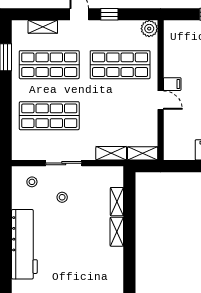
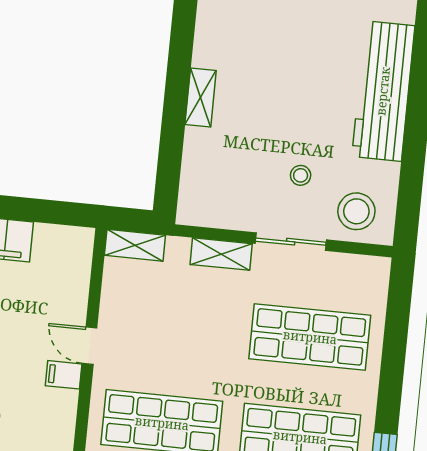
shelving: (111, 153) -> (221, 254), moved
stool: (32, 182) -> (356, 211), width x1.89, depth x1.89
shelving: (117, 202) -> (195, 156), removed

